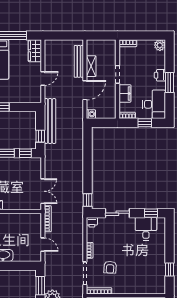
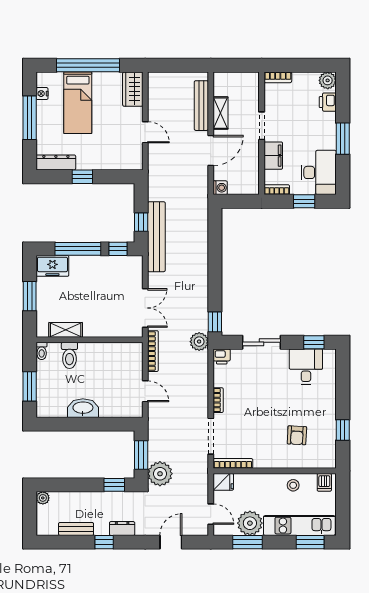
printer: (160, 75) -> (328, 102), moved
door: (43, 78) -> (145, 132), hinge flipped
bench: (50, 121) -> (156, 237), moved
plant: (77, 213) -> (199, 342), added
armchair: (110, 267) -> (297, 435), moved

